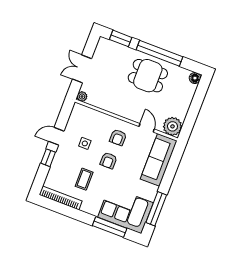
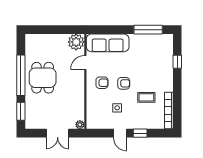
floor lamp: (195, 78) -> (30, 39), removed
corner sofa: (125, 210) -> (158, 54), removed
window: (110, 227) -> (177, 62), width x0.46

